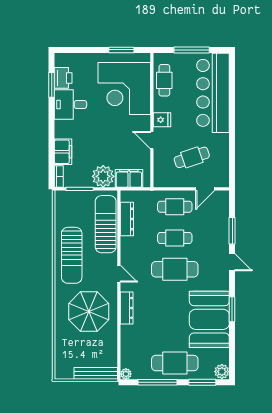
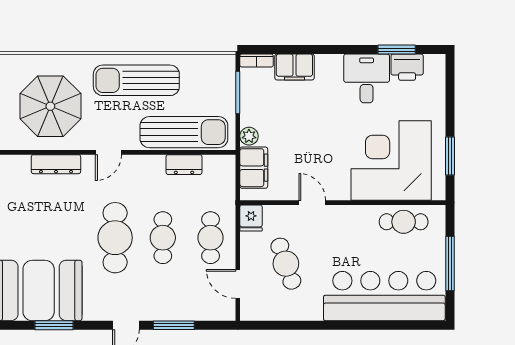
fridge: (162, 120) -> (251, 218), moved
door: (152, 140) -> (312, 203), hinge flipped
plant: (103, 176) -> (249, 136), width x0.53, depth x0.53
dresser: (127, 219) -> (184, 165), width x0.70

